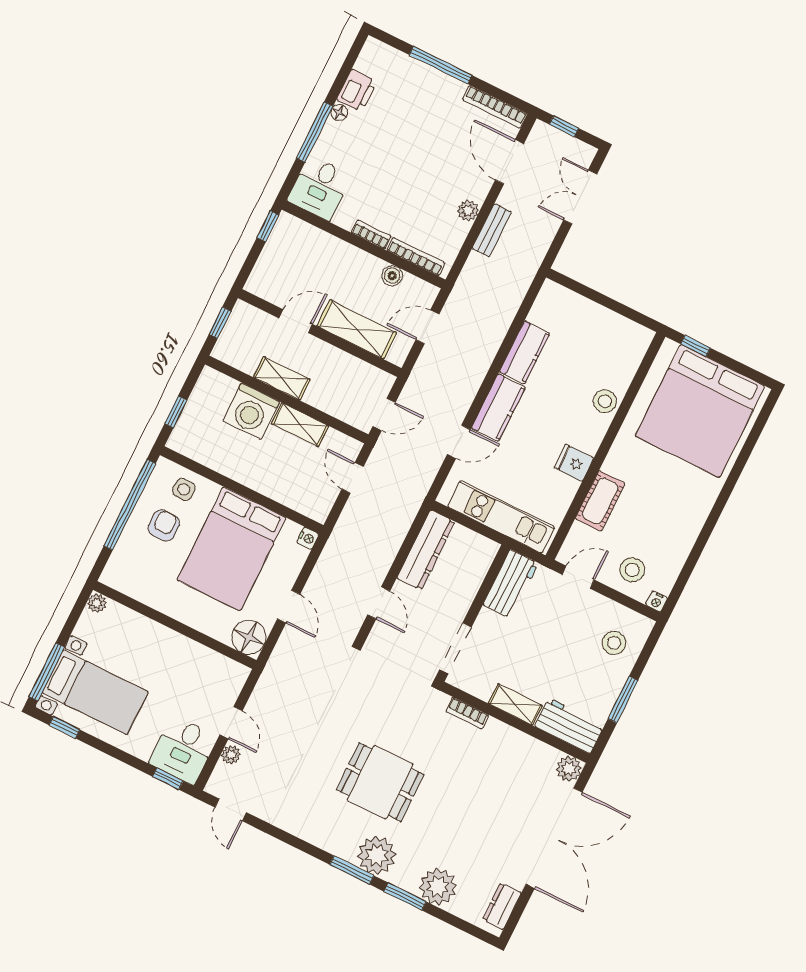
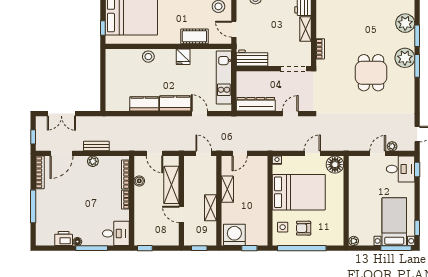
washing machine: (251, 411) -> (234, 235), moved, turned -90

